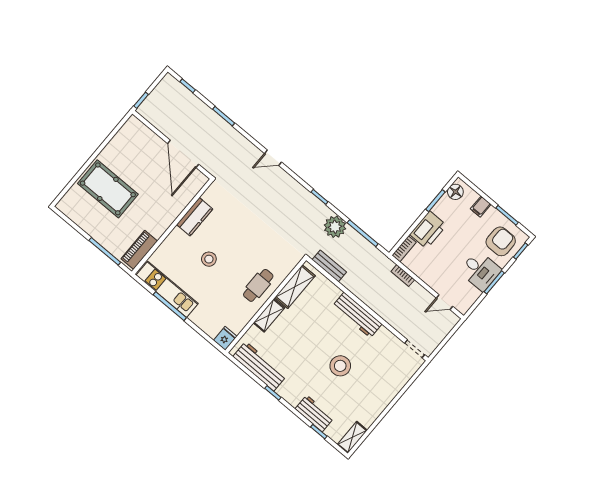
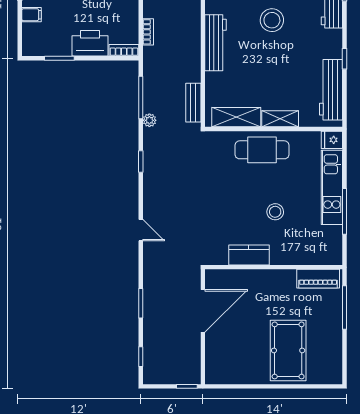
floor lamp: (455, 192) -> (37, 47), removed
plant: (335, 227) -> (149, 120), width x0.53, depth x0.53
cafe table: (258, 285) -> (262, 150), width x1.37, depth x1.35
kitchen unit: (167, 289) -> (332, 187), moved

